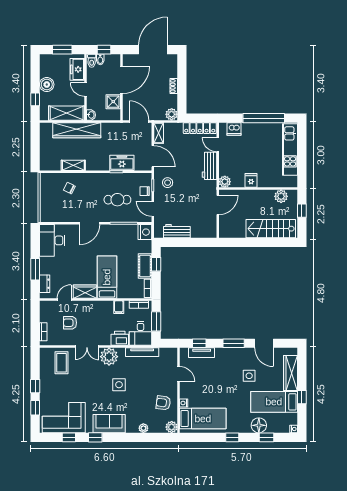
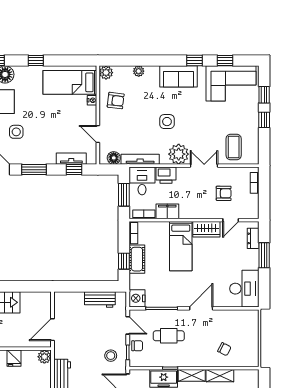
shelving: (98, 166) -> (192, 375), added
filing cabinet: (119, 307) -> (167, 211), width x2.00
floor lamp: (165, 353) -> (114, 158), added

